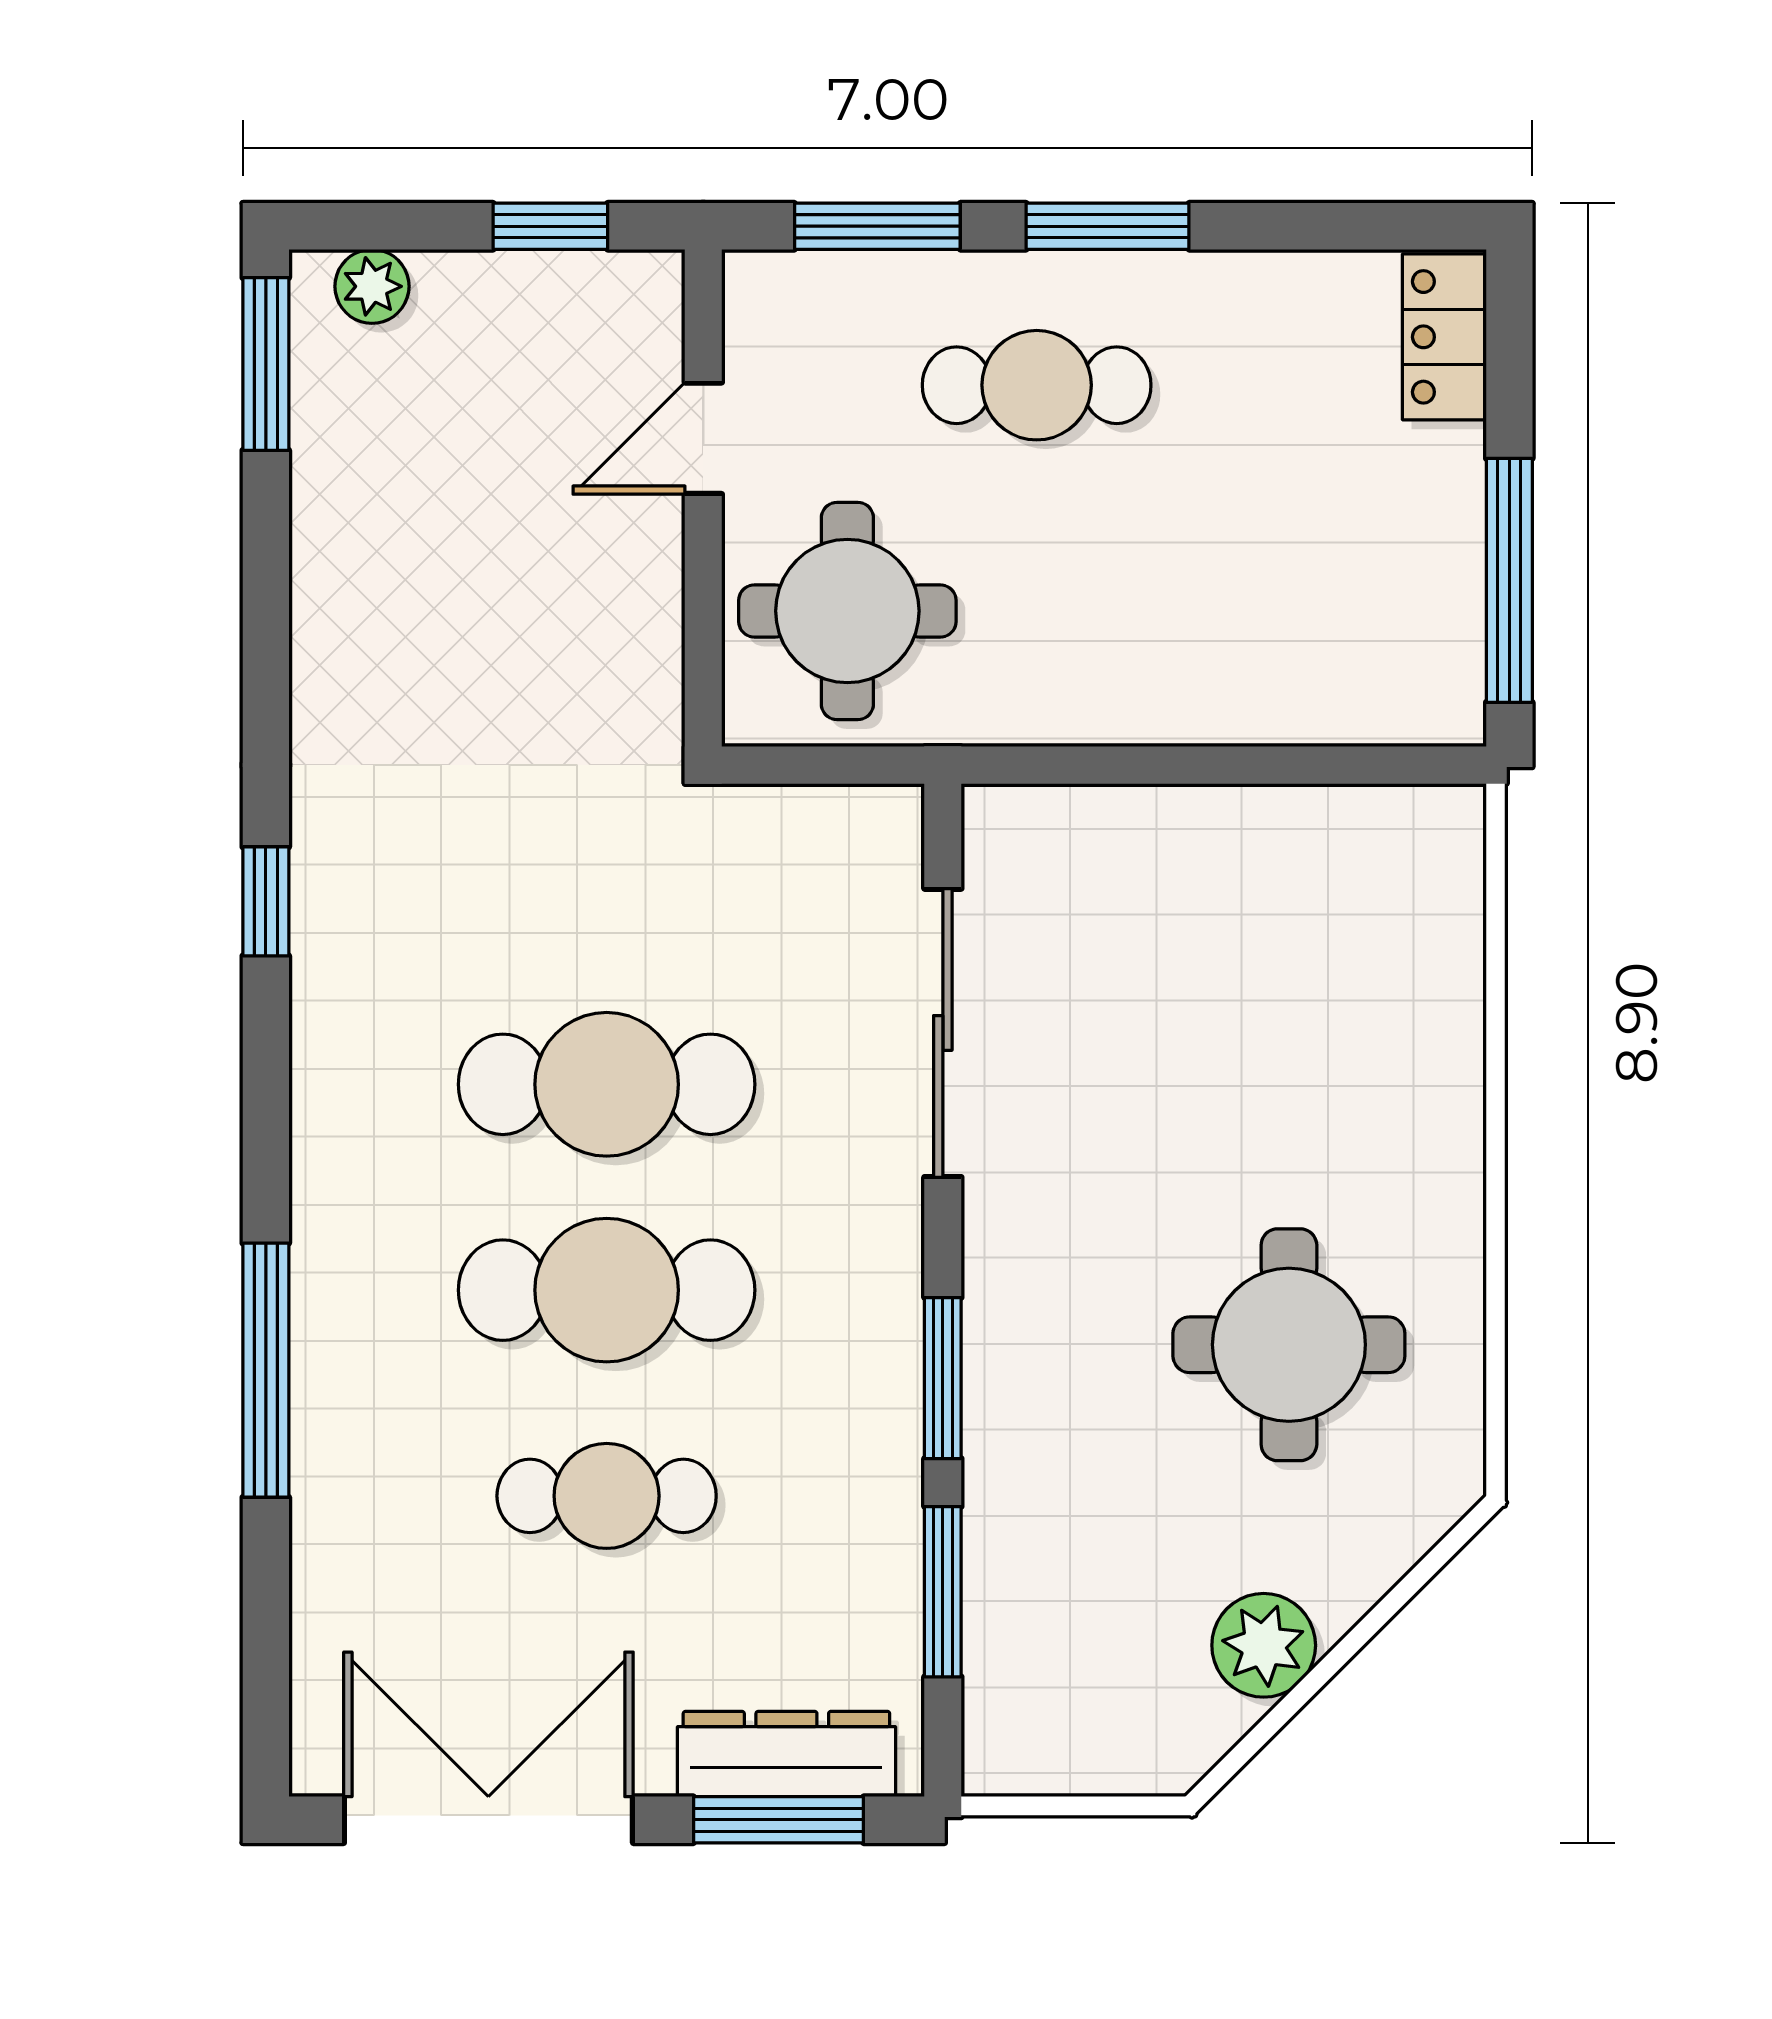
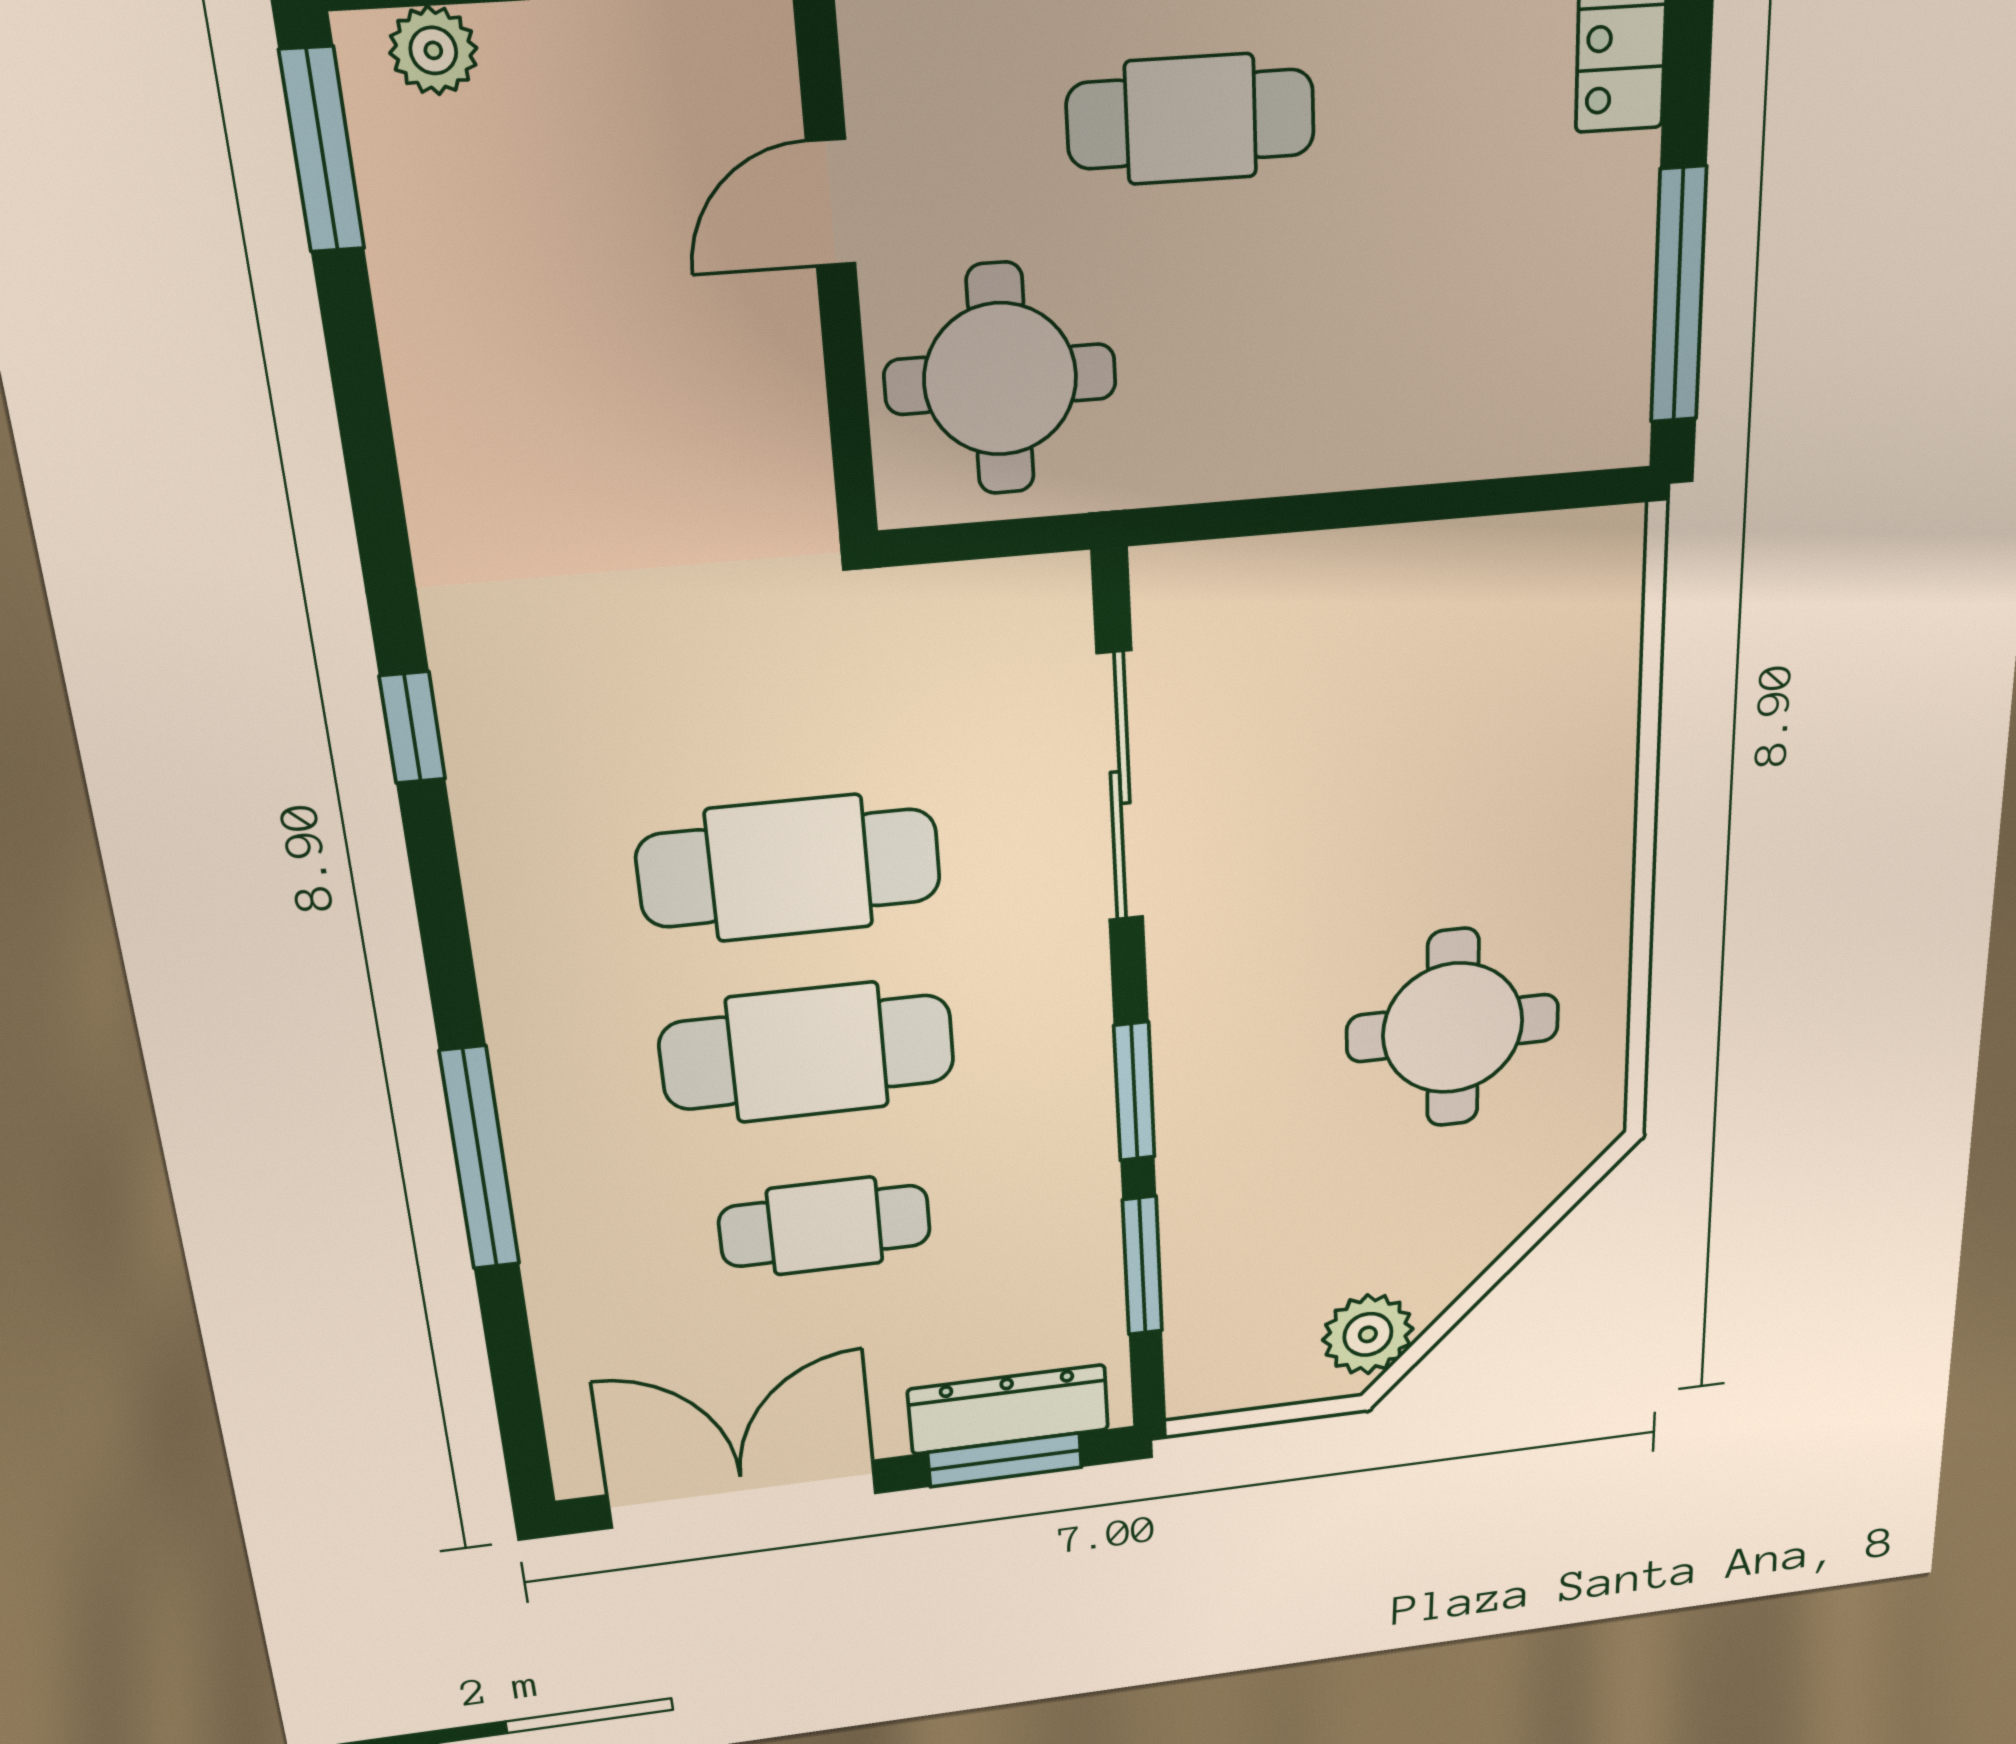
plant: (1264, 1645) -> (1368, 1334), moved

